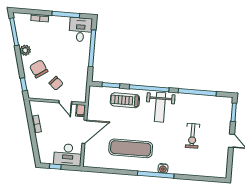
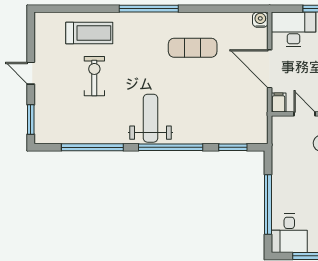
treadmill: (125, 100) -> (89, 33), moved
door: (84, 132) -> (270, 69), hinge flipped
exercise mat: (131, 148) -> (193, 48), width x0.73, depth x0.69
water cooler: (163, 168) -> (260, 20), moved

